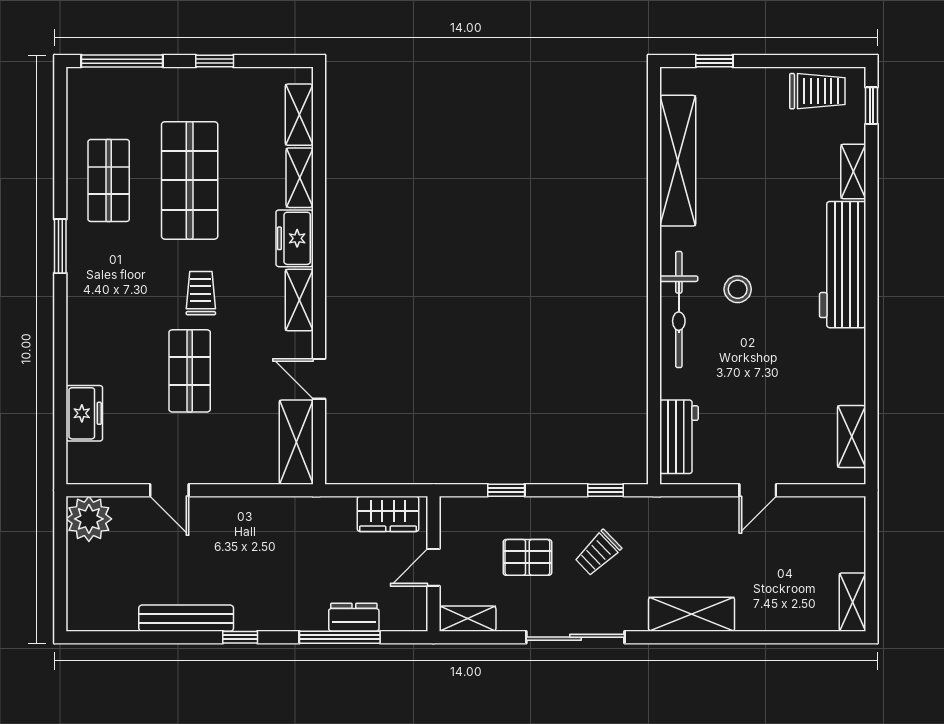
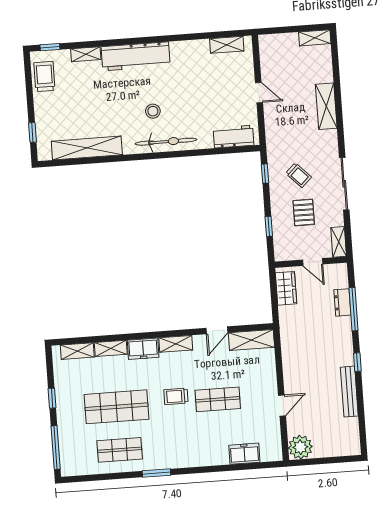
shelving: (692, 614) -> (326, 106), moved

